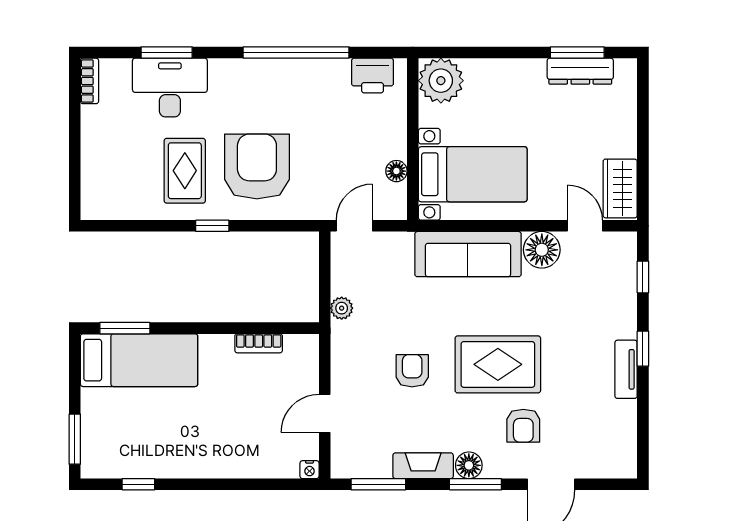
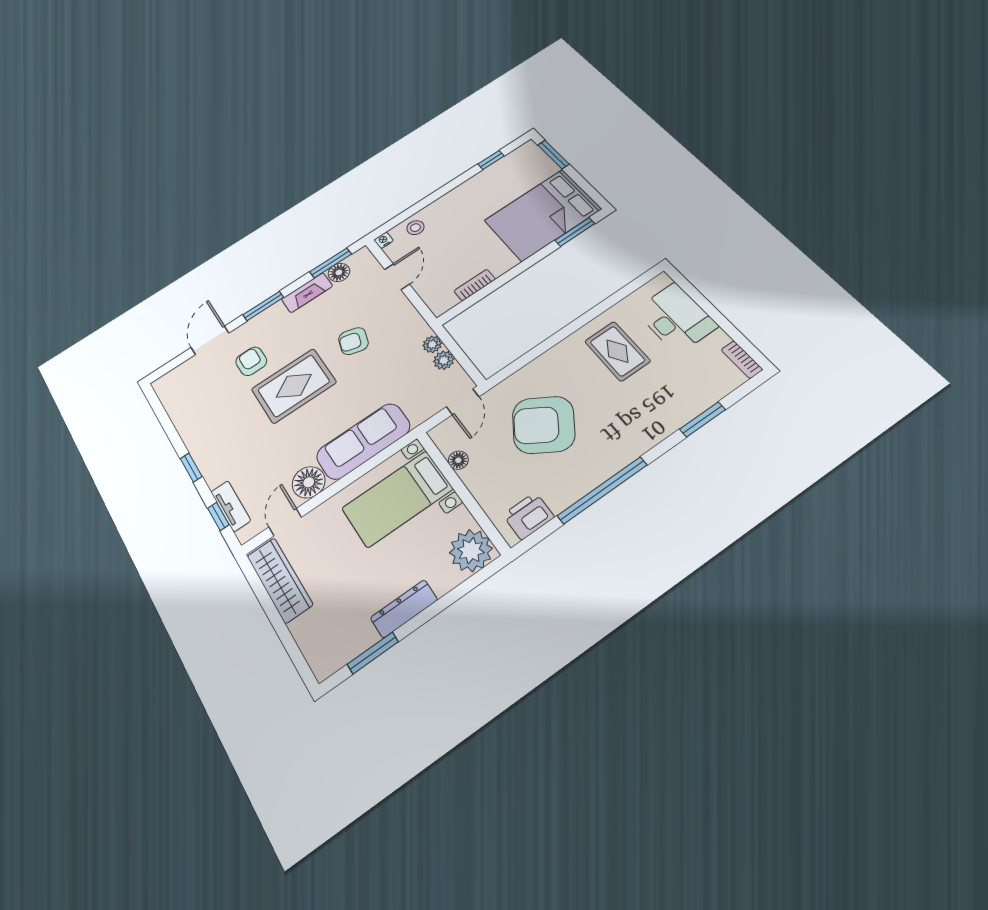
dresser: (580, 71) -> (404, 609), moved
desk: (170, 88) -> (676, 318), moved, turned -90
armchair: (257, 166) -> (544, 425), moved, turned 123
wardrobe: (620, 188) -> (280, 580), width x1.50
window: (212, 226) -> (567, 331), removed
door: (585, 226) -> (285, 522), swing flipped
plant: (342, 283) -> (444, 360), added
bed: (139, 360) -> (543, 215), width x1.50
tv unit: (626, 369) -> (231, 506), moved
armchair: (412, 371) -> (353, 341), turned 107
stool: (269, 460) -> (415, 228), added
floor lamp: (469, 465) -> (339, 272), moved

